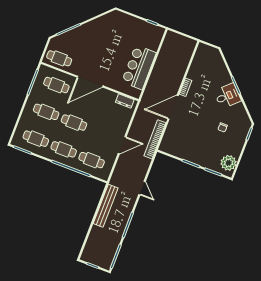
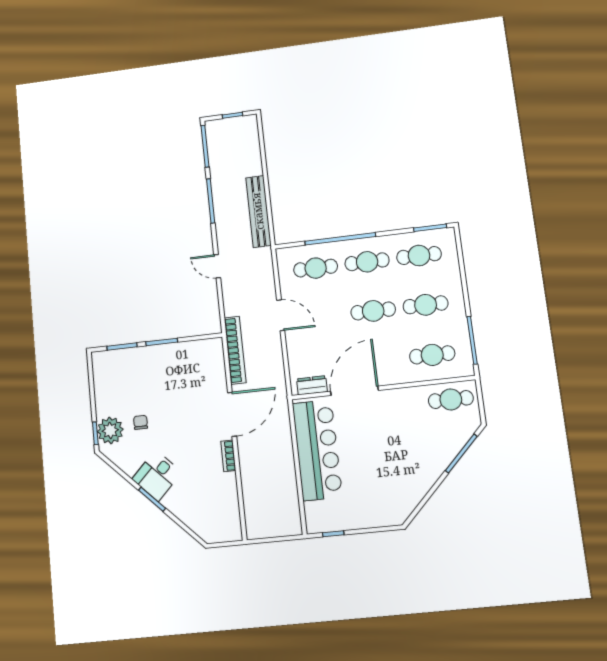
bar counter: (139, 67) -> (317, 450), width x1.36
door: (90, 82) -> (354, 391), moved
door: (122, 145) -> (281, 315), swing flipped
plant: (229, 163) -> (110, 430), moved

